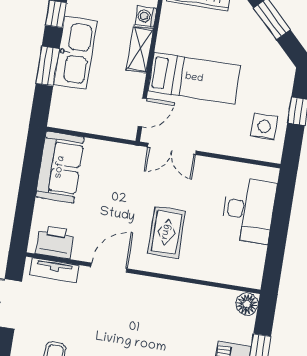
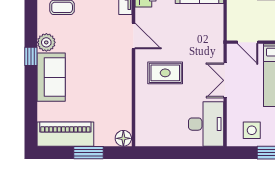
double door: (172, 149) -> (225, 80), moved
desk: (249, 210) -> (206, 124), moved, turned -90

